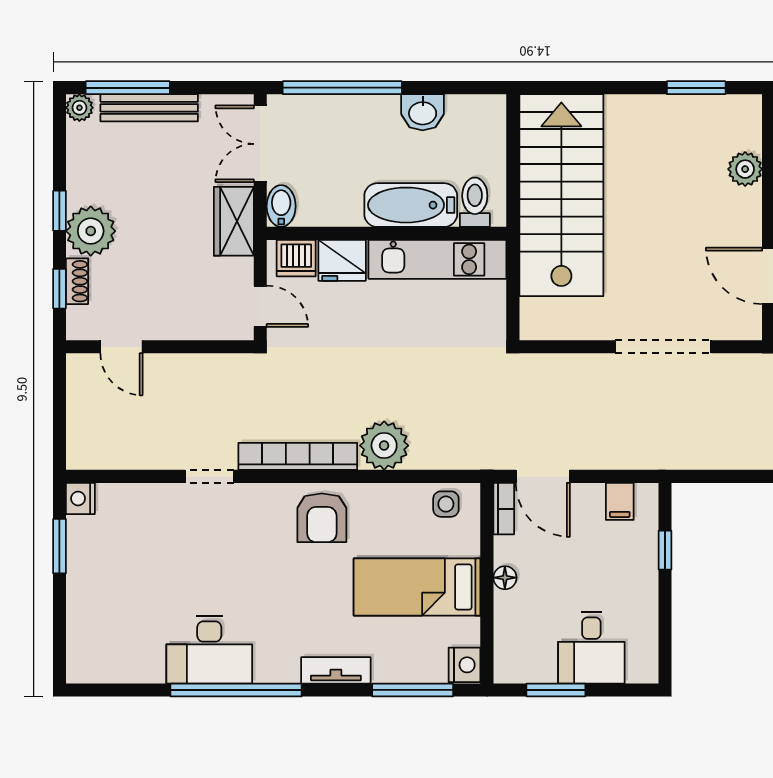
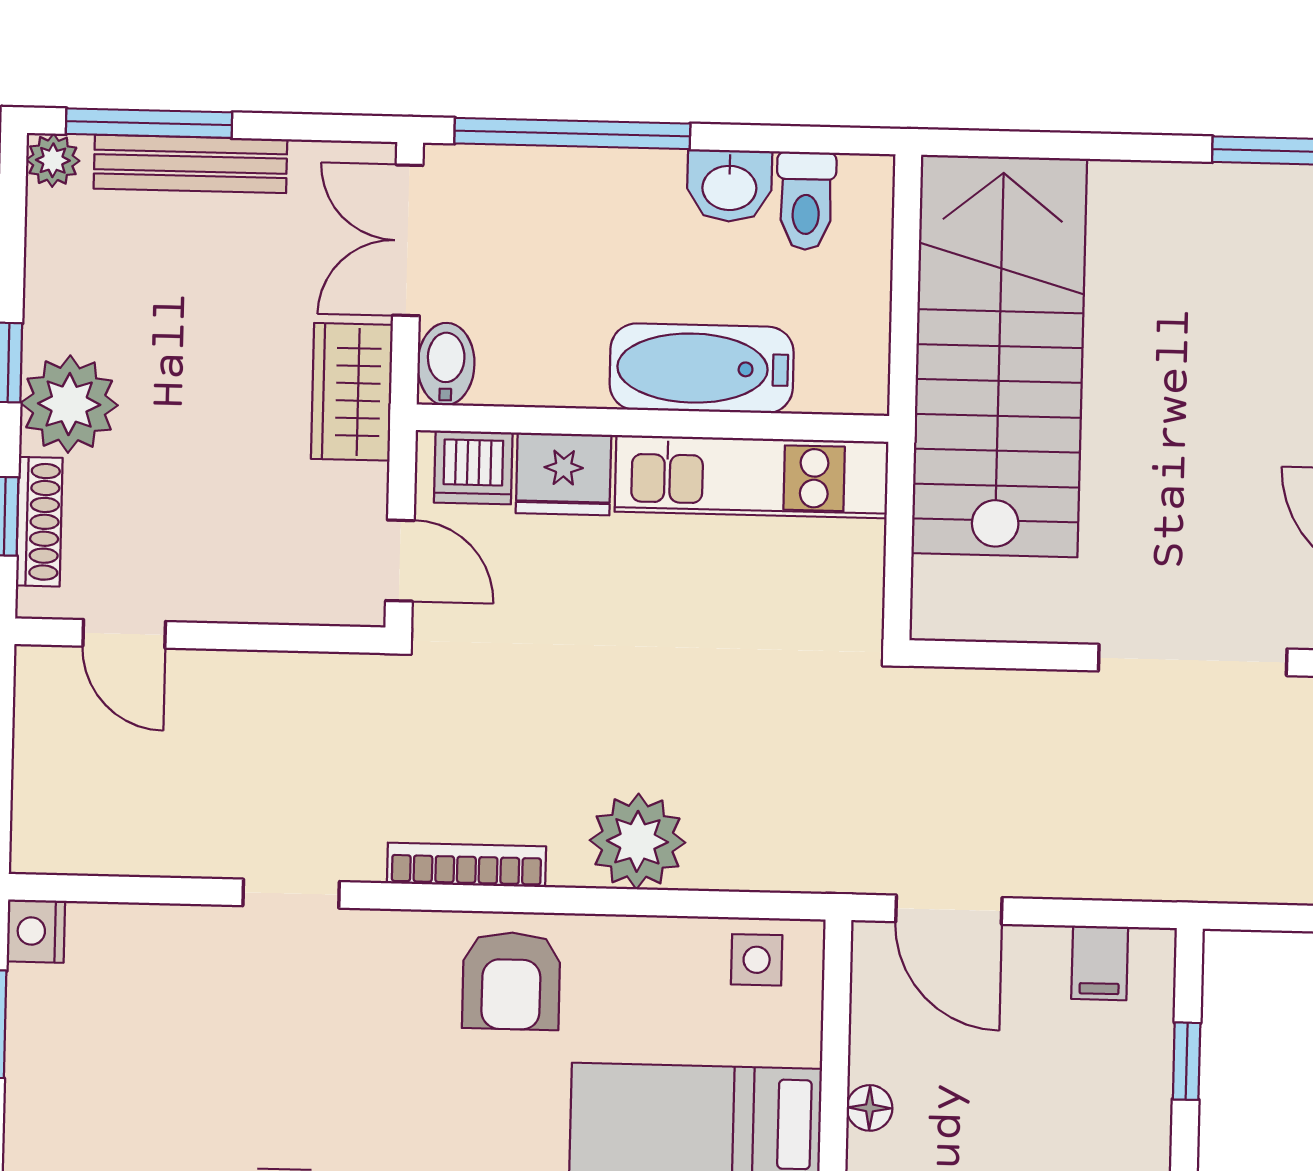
toilet: (475, 202) -> (806, 201), moved, turned 180
shoe rack: (77, 281) -> (39, 522), width x1.43
bookcase: (298, 456) -> (466, 865), width x0.68, depth x0.76
bookcase: (504, 509) -> (870, 972), removed

